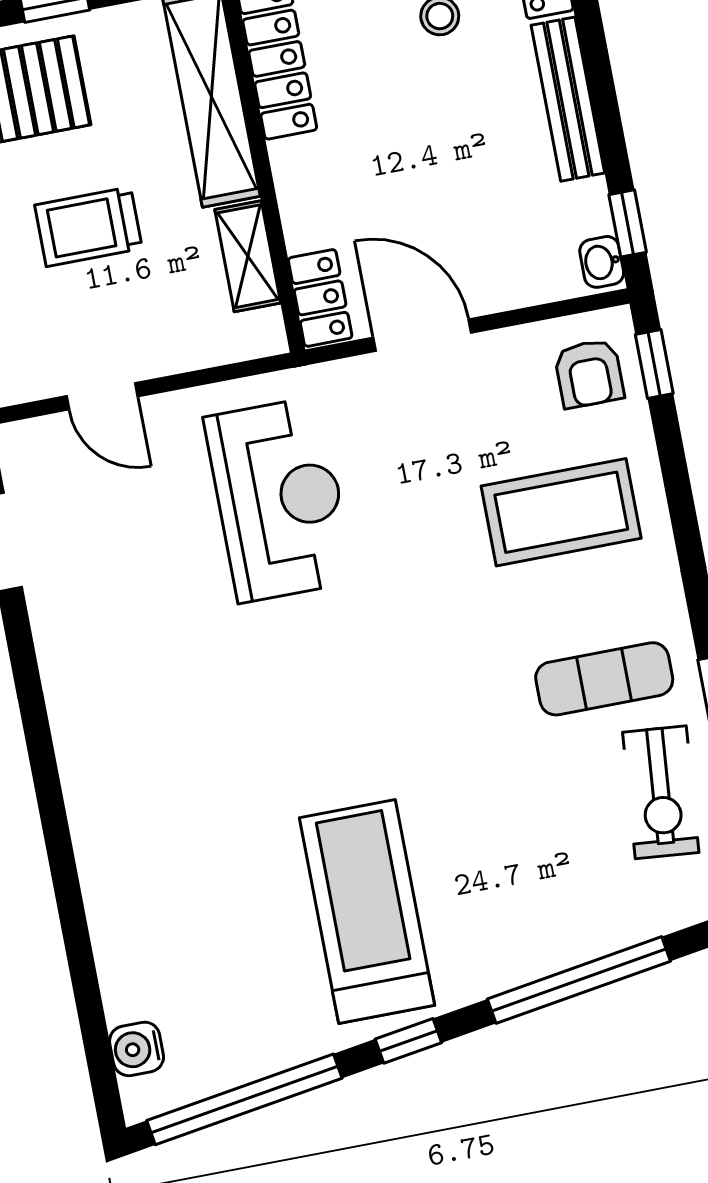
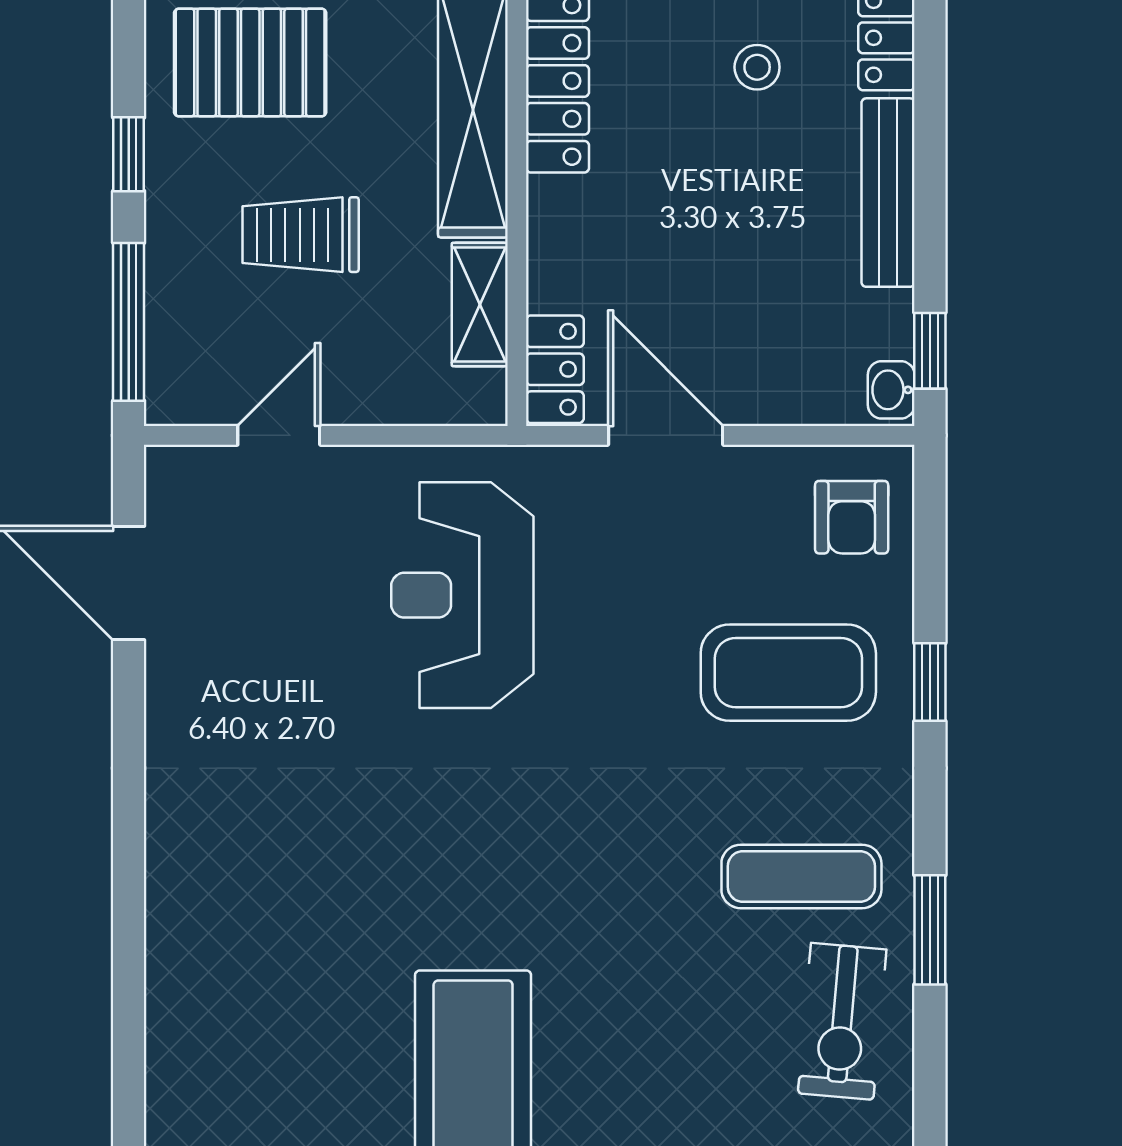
window: (654, 364) -> (930, 682), moved
door: (102, 396) -> (279, 435), swing flipped
reception desk: (279, 500) -> (462, 595), turned 180

